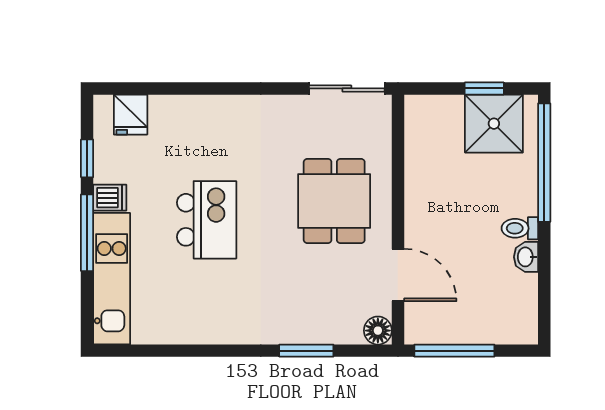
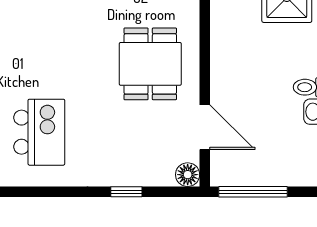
kitchen island: (207, 220) -> (39, 132), moved
window: (306, 351) -> (126, 192), width x0.67

